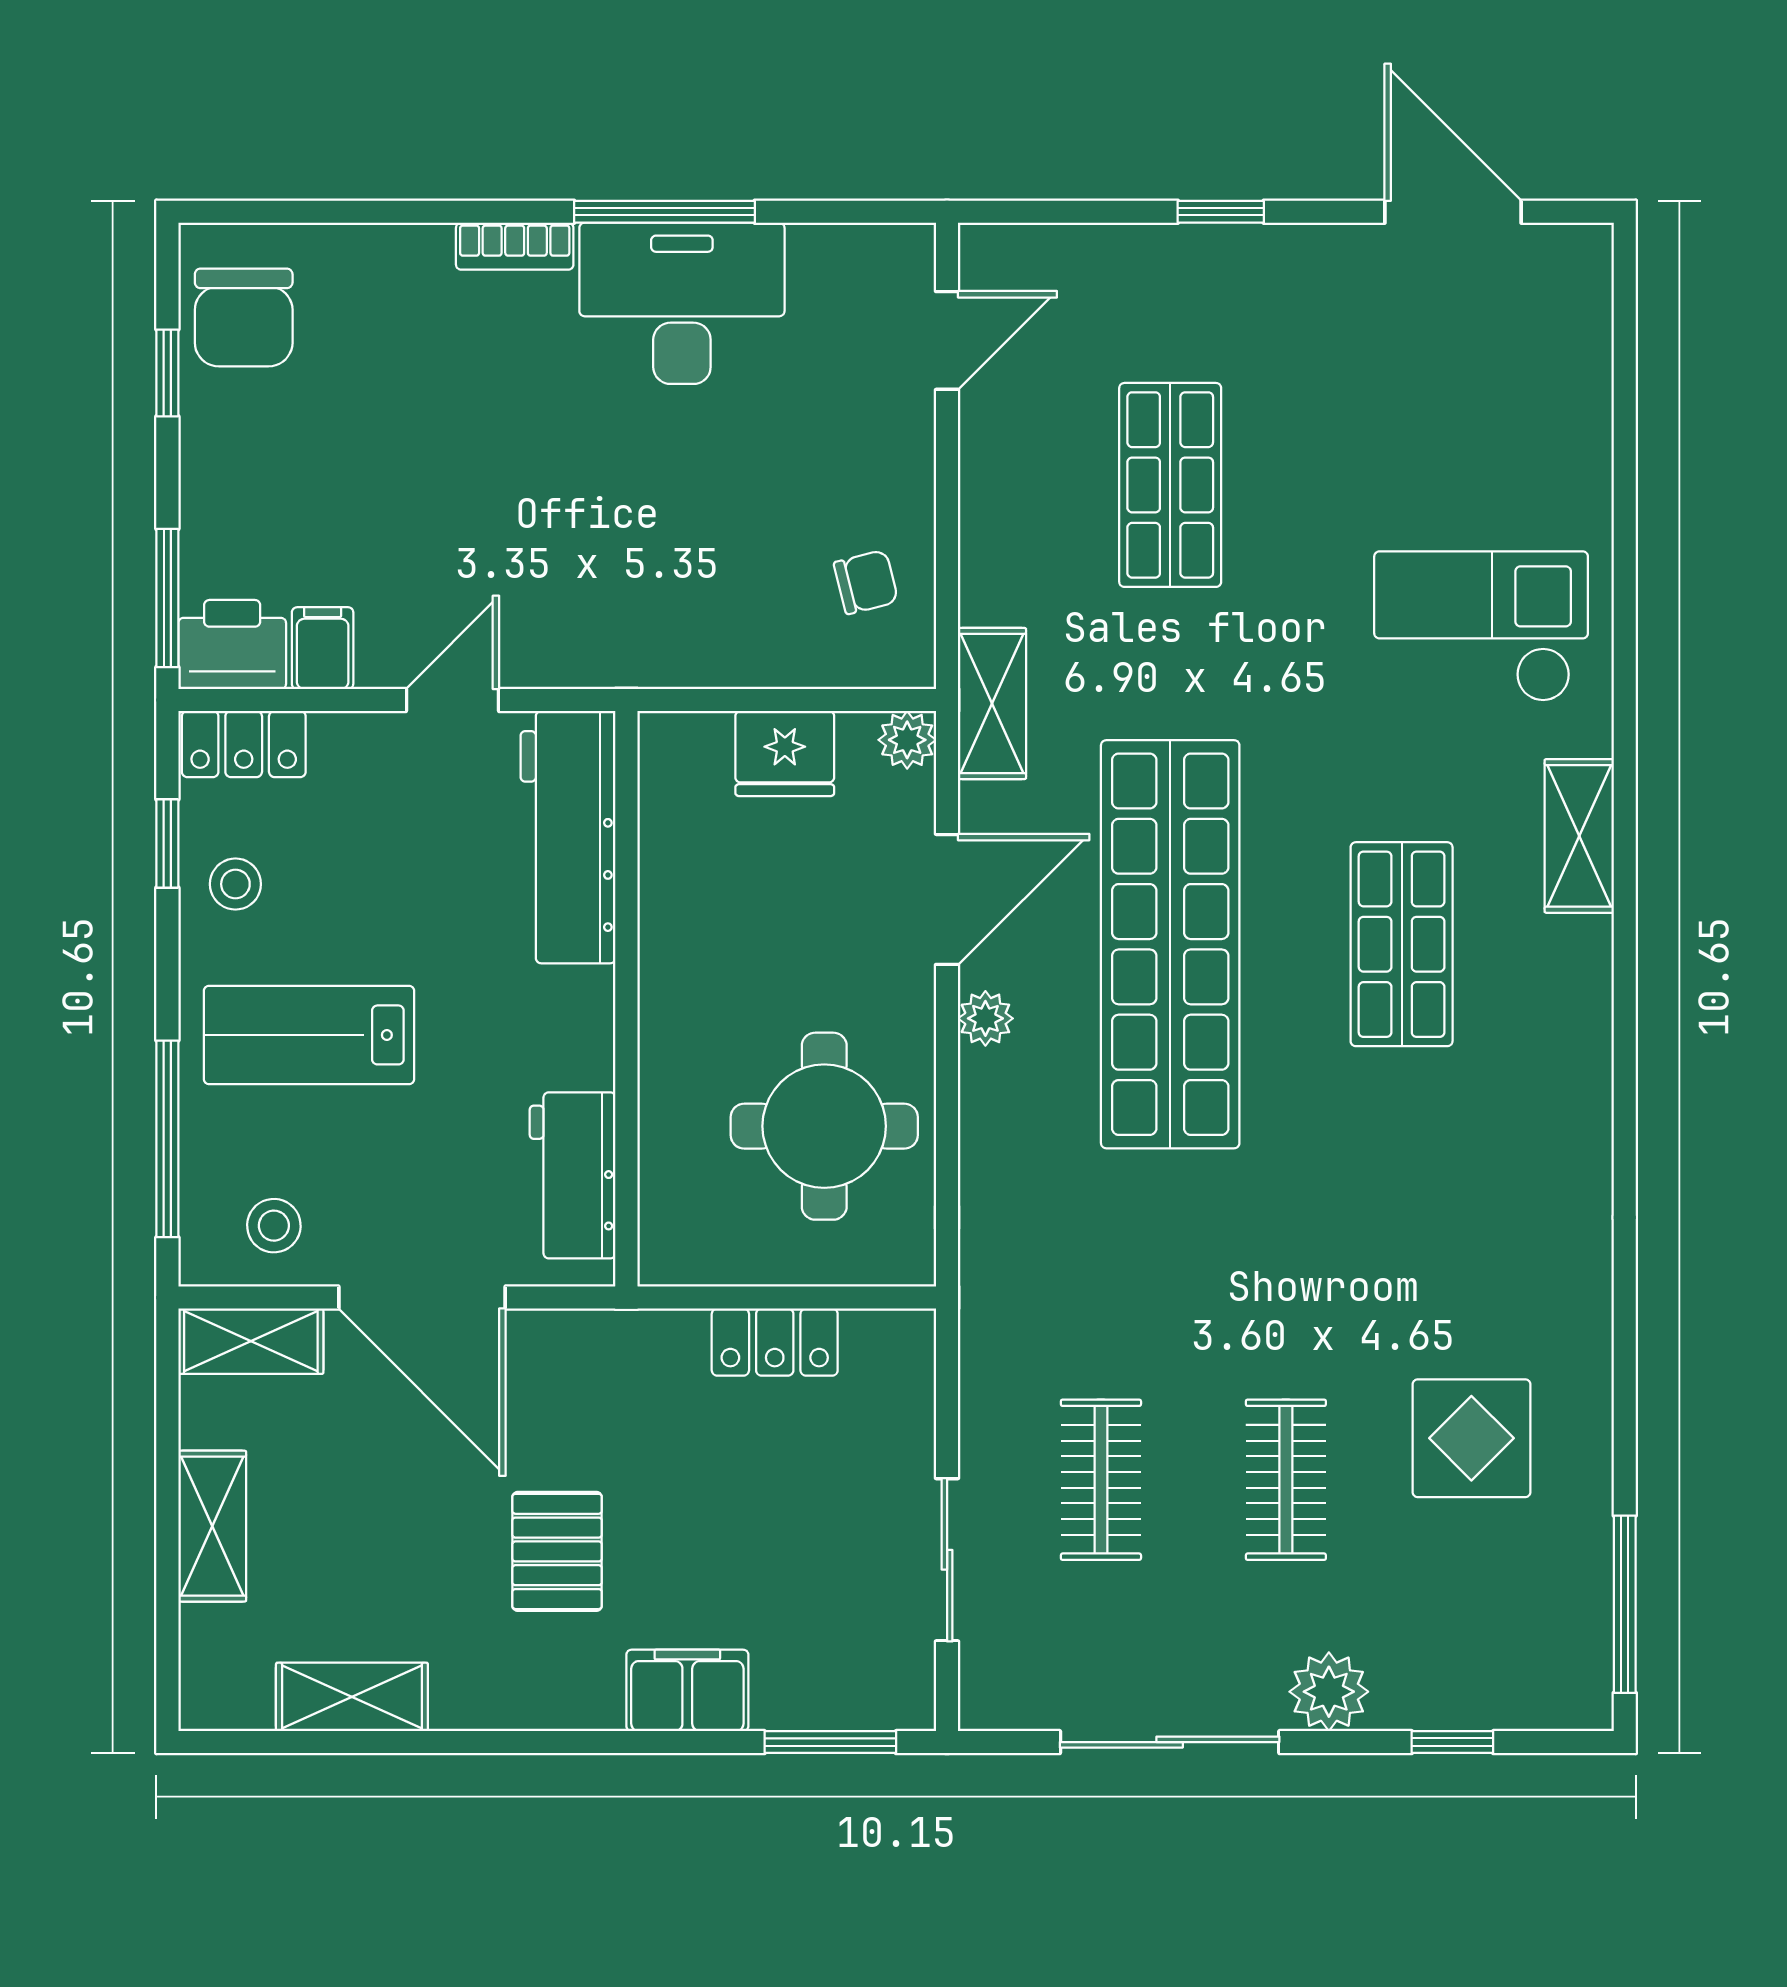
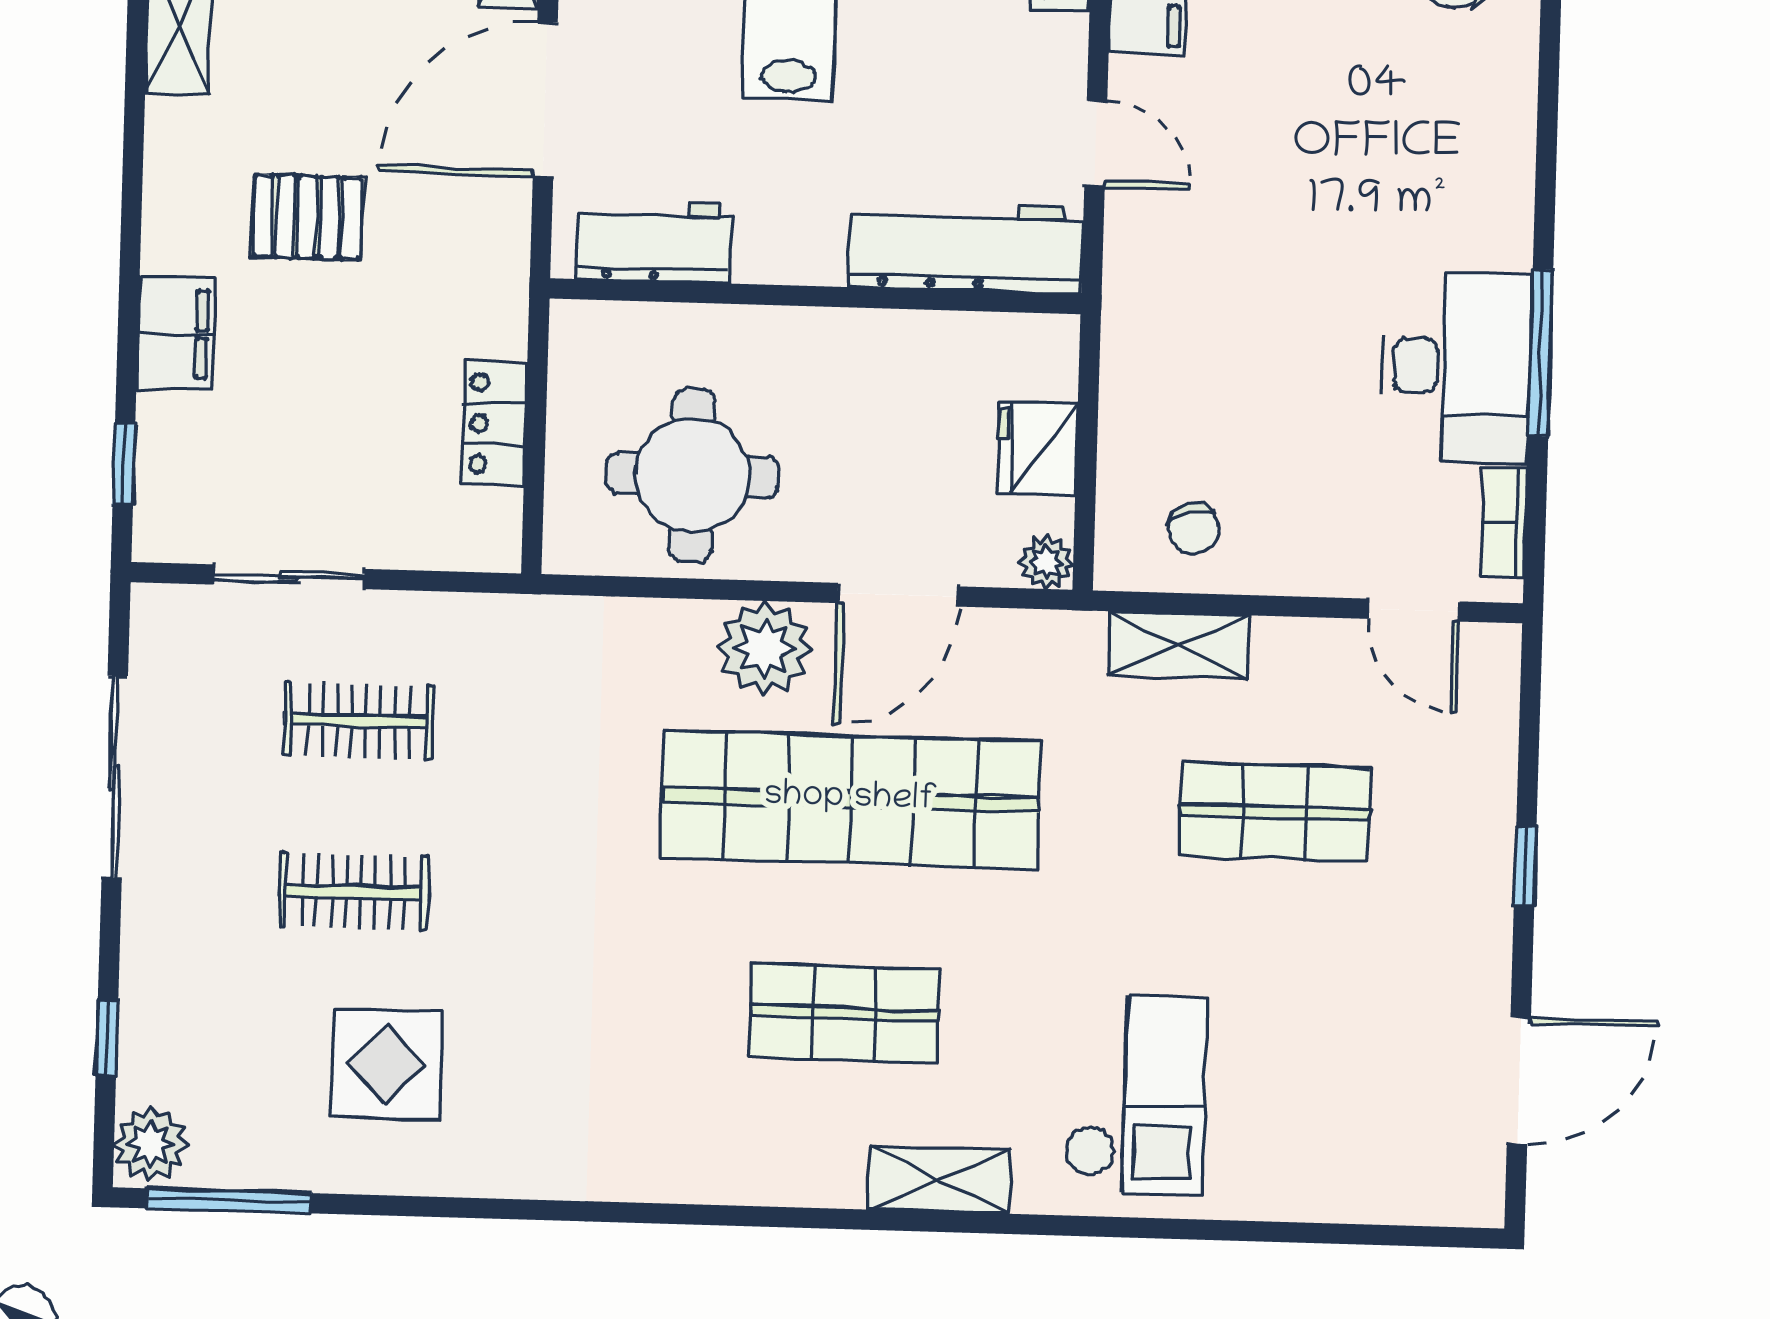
bookcase: (515, 246) -> (1504, 522), moved
shelving: (992, 703) -> (1179, 645), moved
door: (947, 899) -> (898, 595), hinge flipped
plant: (985, 1018) -> (765, 648), width x1.88, depth x1.88
plant: (1329, 1692) -> (150, 1144), moved
window: (830, 1742) -> (124, 464), width x0.67

